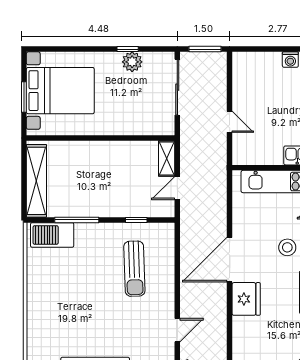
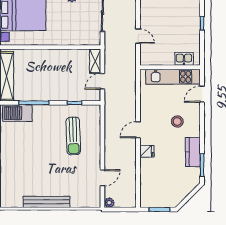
door: (230, 260) -> (138, 130), width x0.53
fridge: (246, 299) -> (147, 151), width x0.53, depth x0.75

